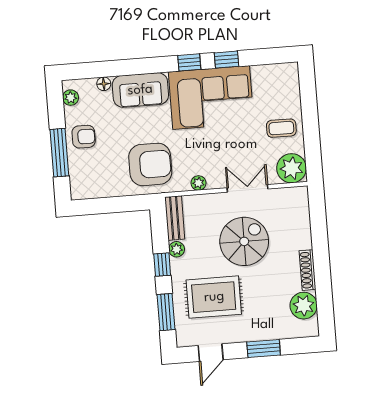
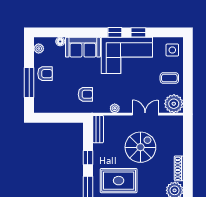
side table: (283, 83) -> (172, 50), added
armchair: (150, 164) -> (85, 94), width x0.53, depth x0.53
plant: (177, 249) -> (98, 149), removed

